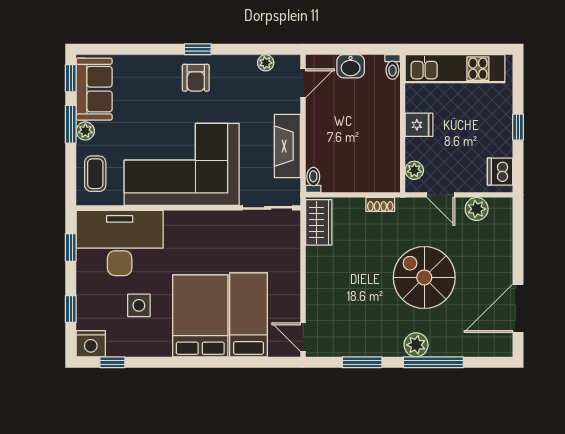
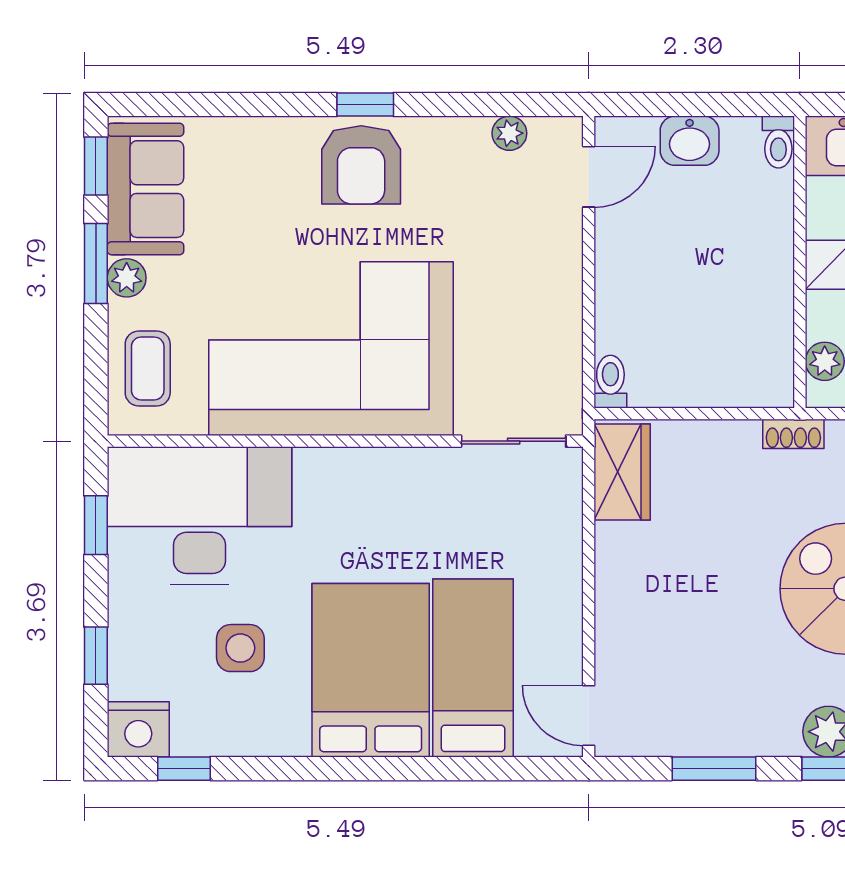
armchair: (196, 78) -> (361, 165), width x1.38, depth x1.38
fireplace: (287, 146) -> (556, 310), removed
shoe rack: (380, 204) -> (793, 434), moved

